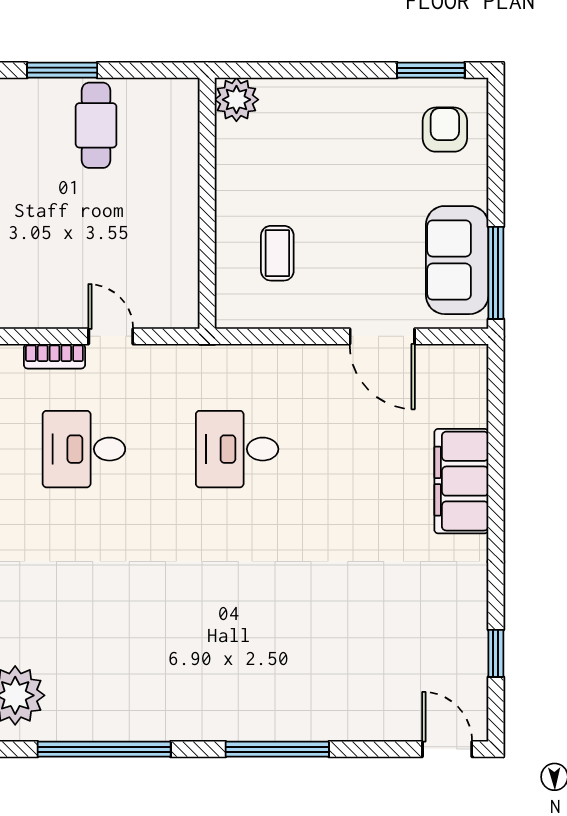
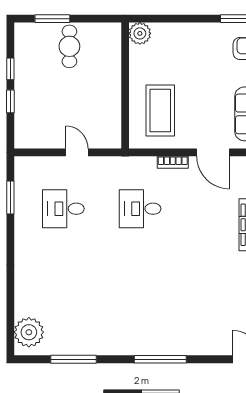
coffee table: (277, 253) -> (160, 111), width x1.86, depth x1.72
bookcase: (54, 356) -> (173, 162), moved
window: (104, 749) -> (73, 359), width x0.68

